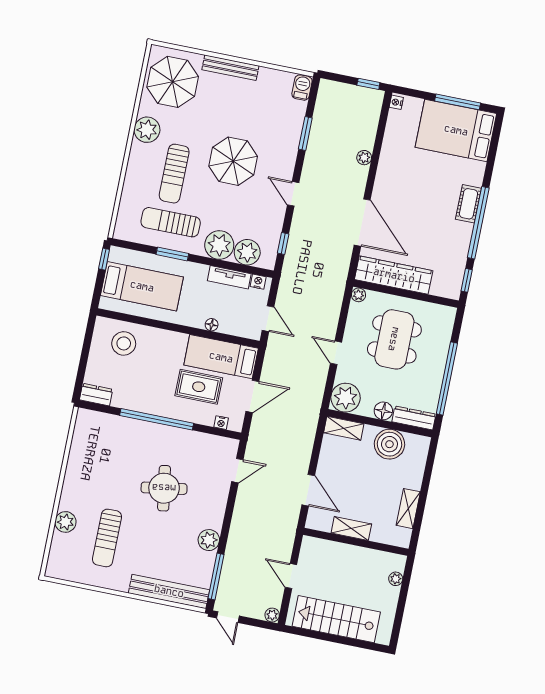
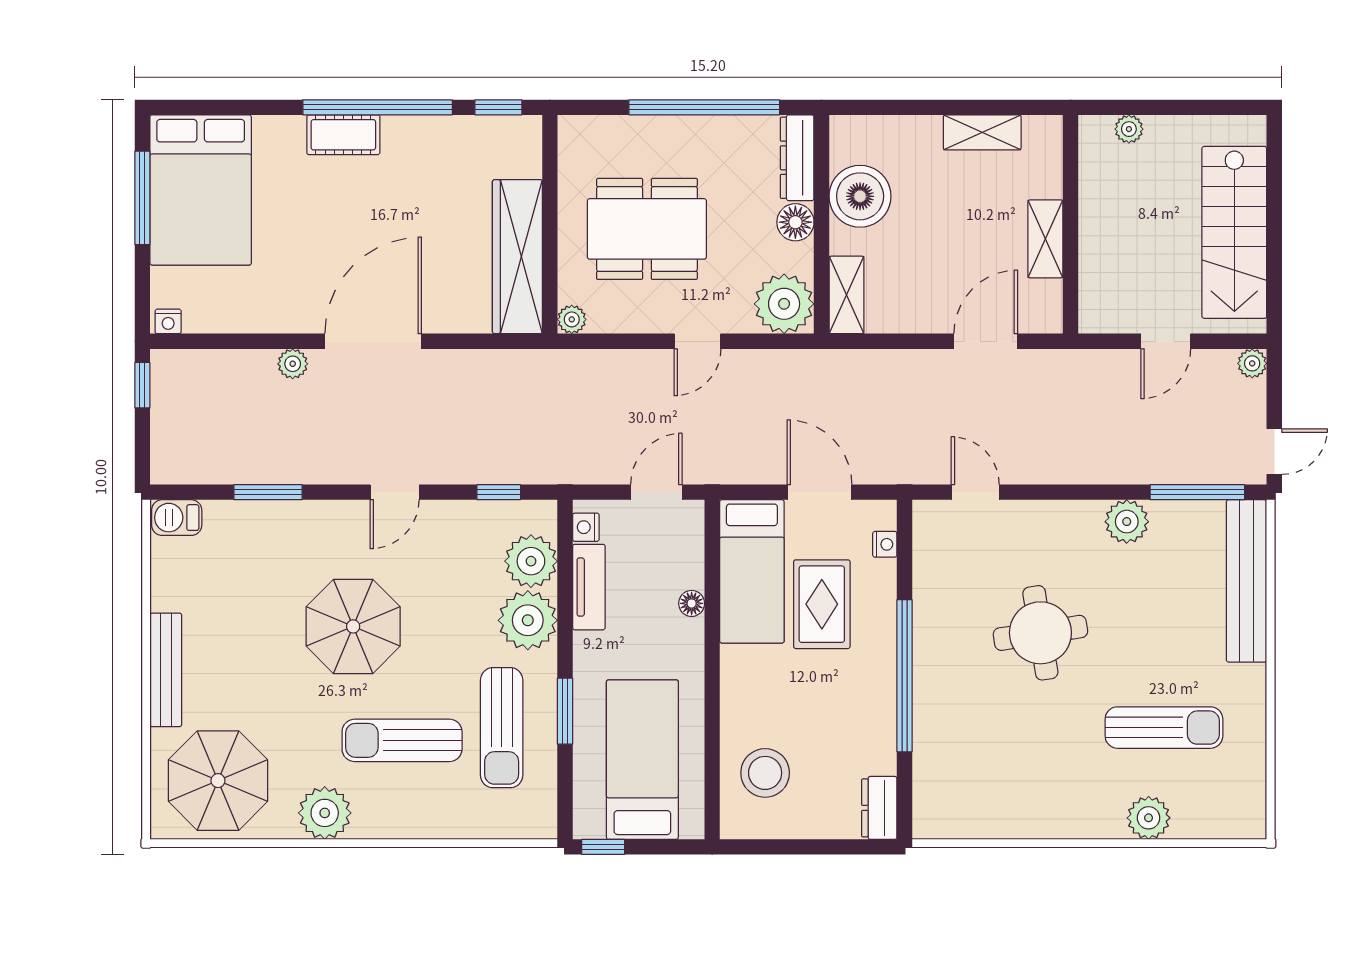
sun lounger: (174, 174) -> (402, 740), turned 180
door: (362, 223) -> (373, 341), moved

